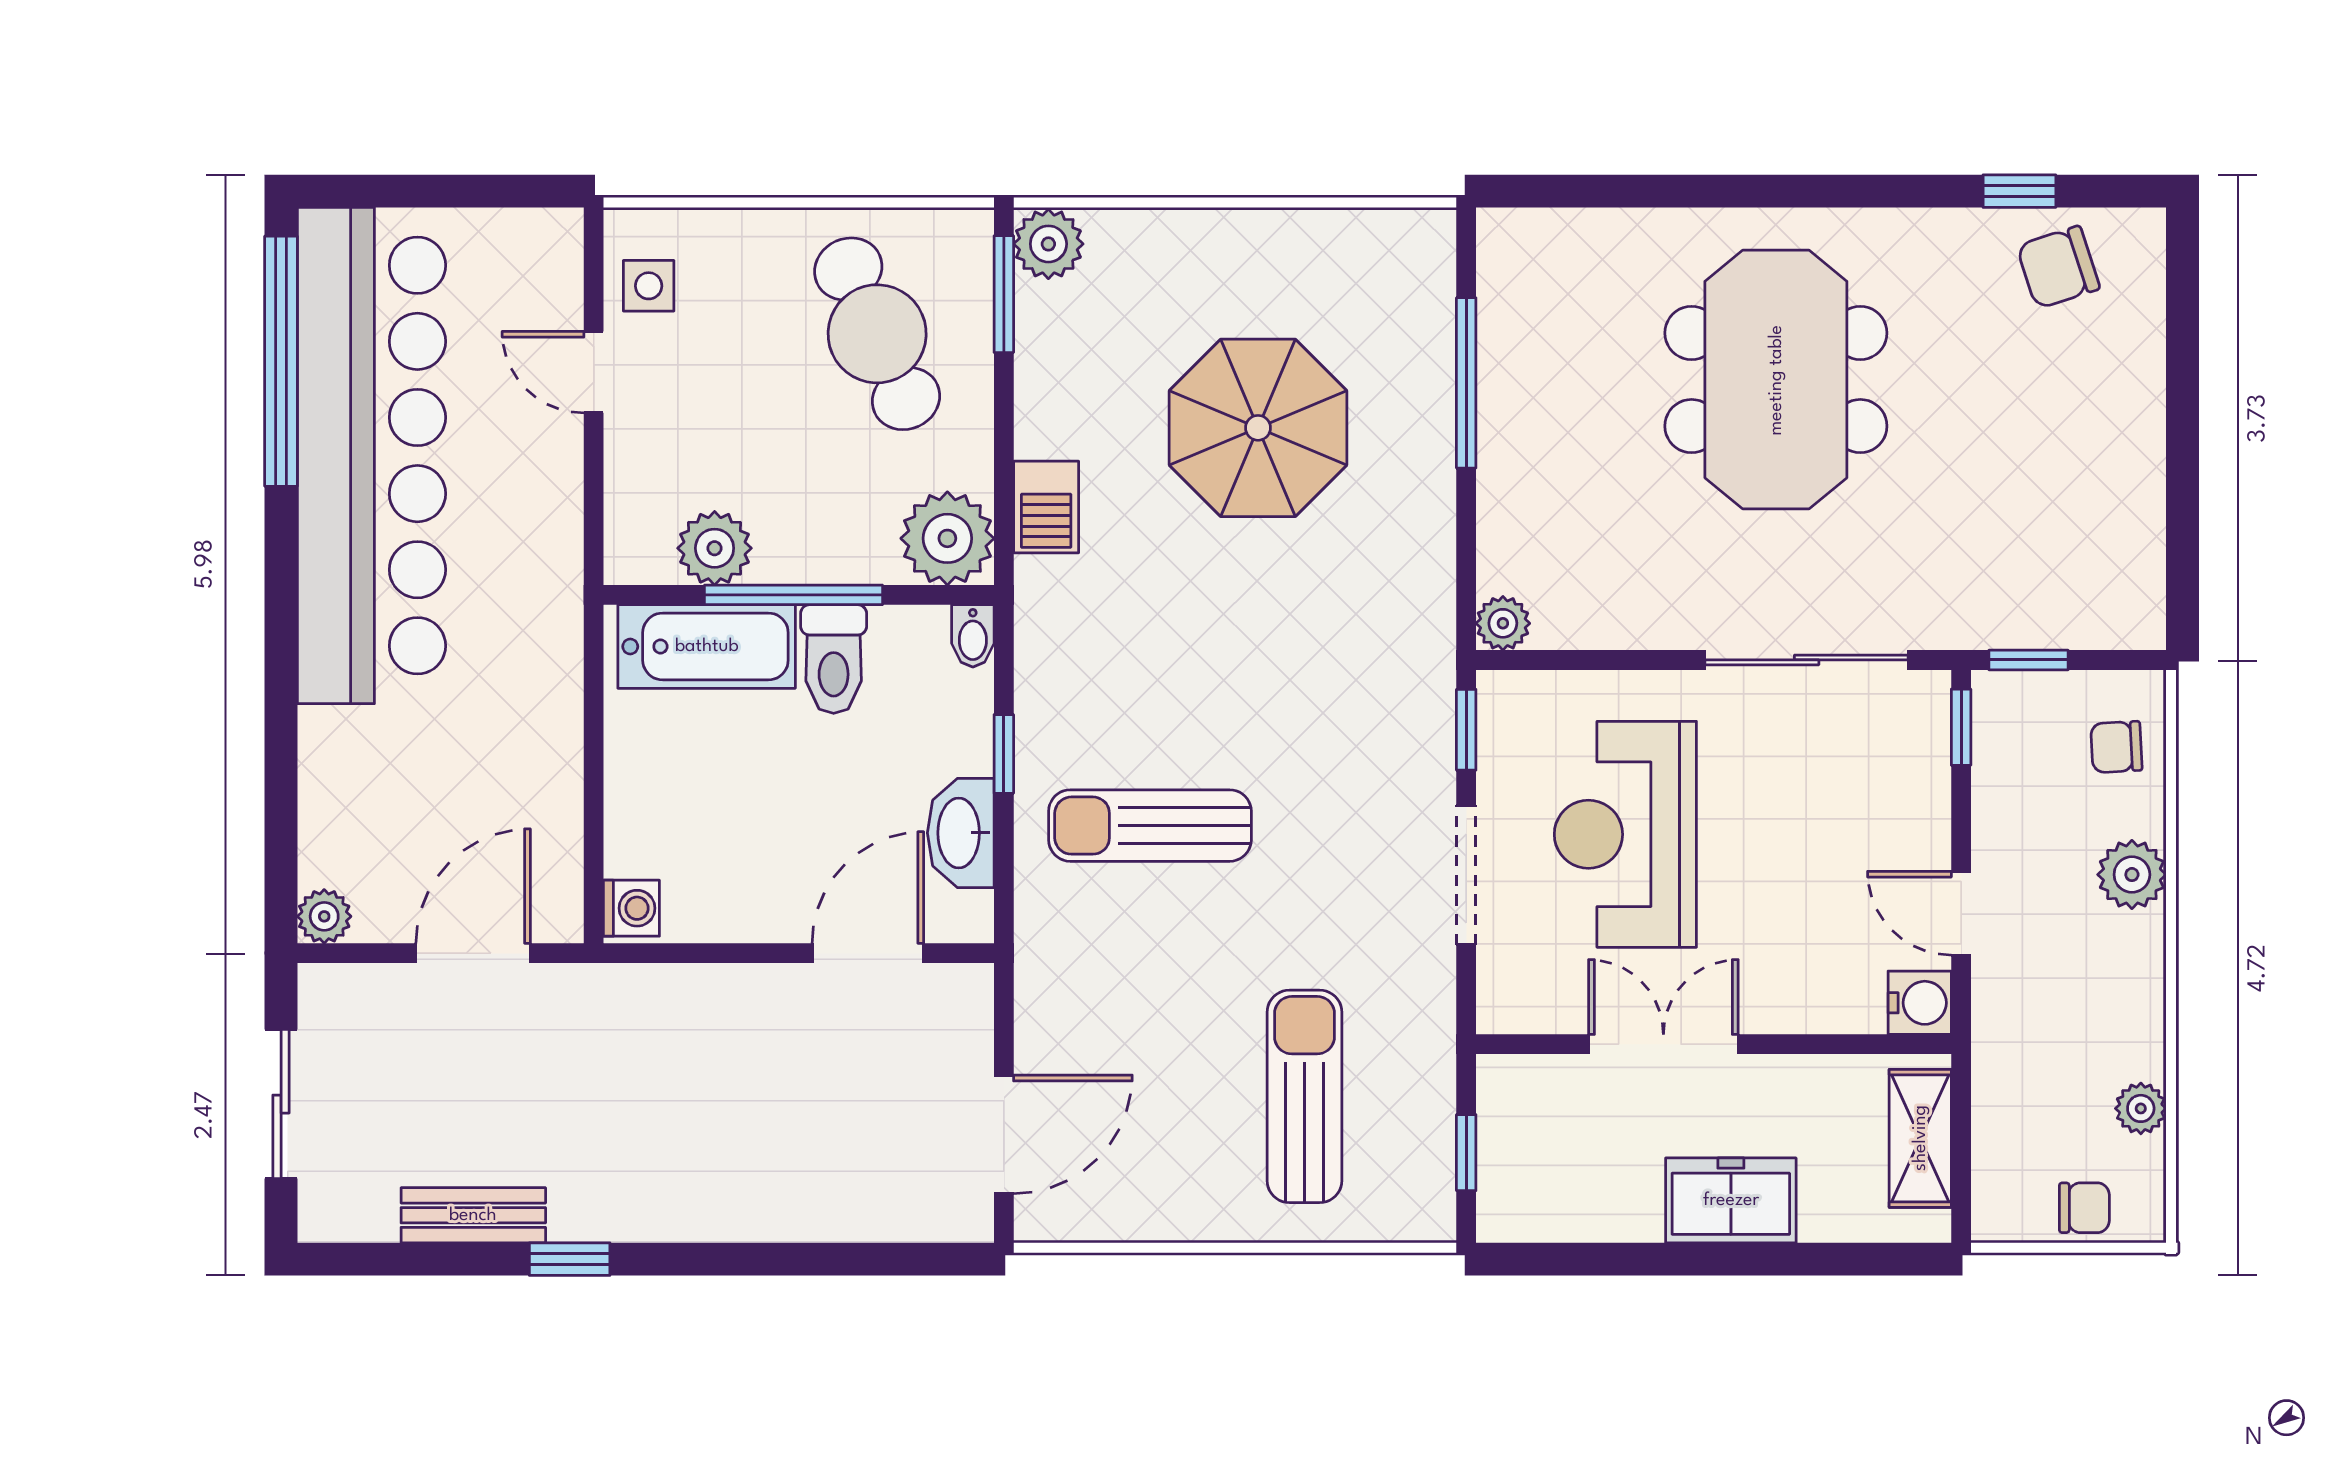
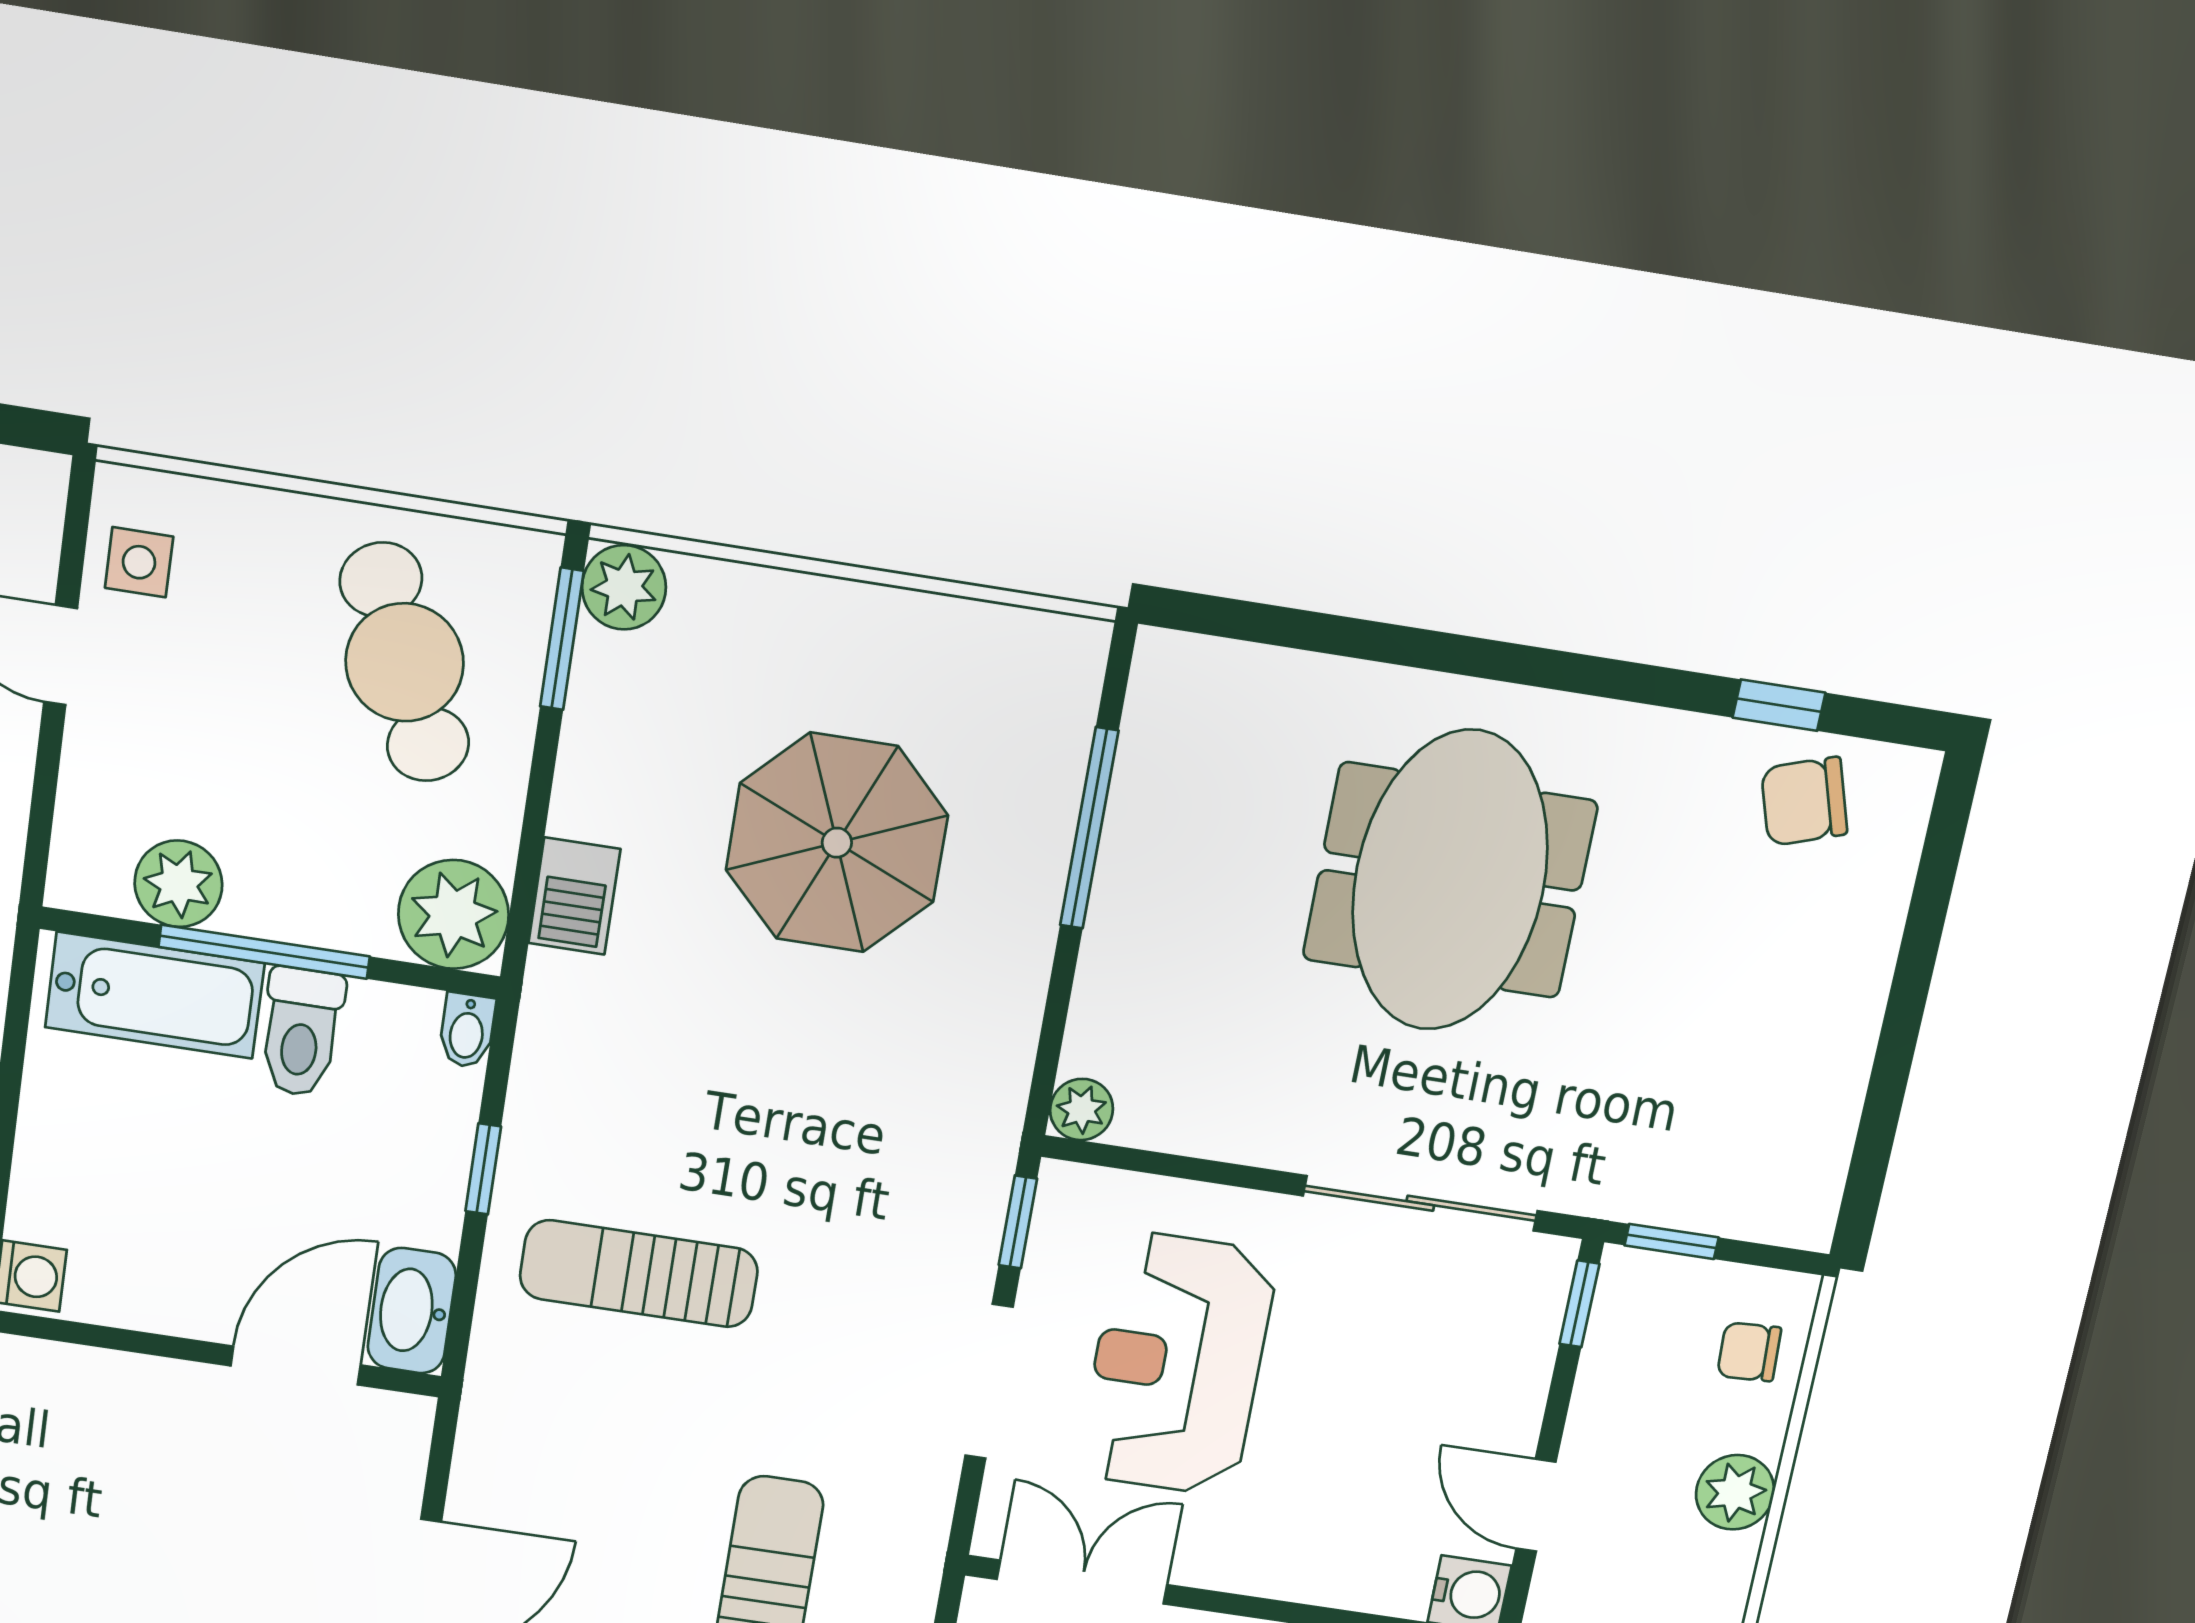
washbasin: (961, 833) -> (412, 1311), moved
double door: (1663, 1044) -> (1082, 1582), moved

